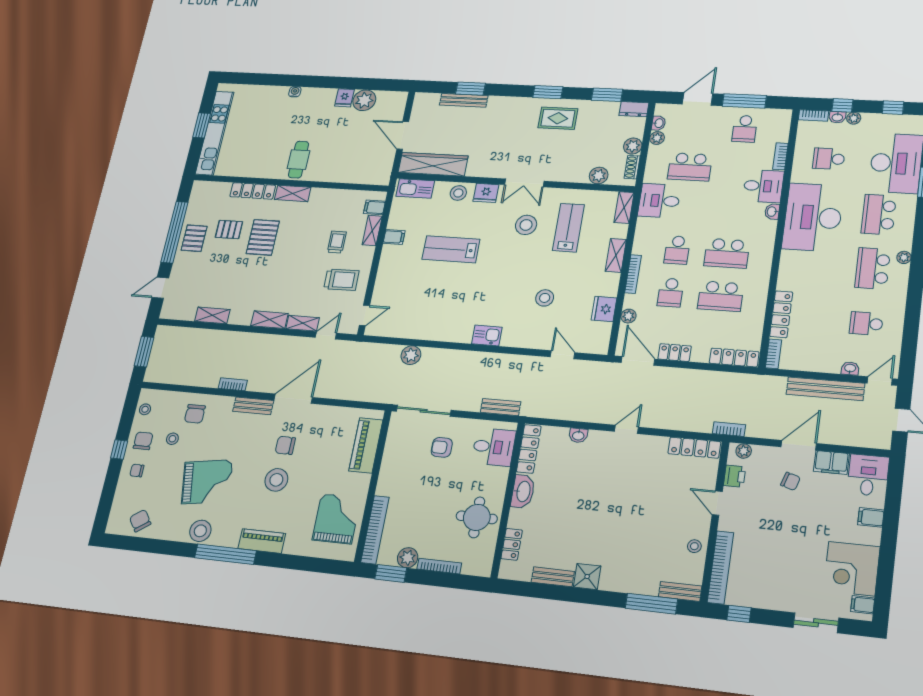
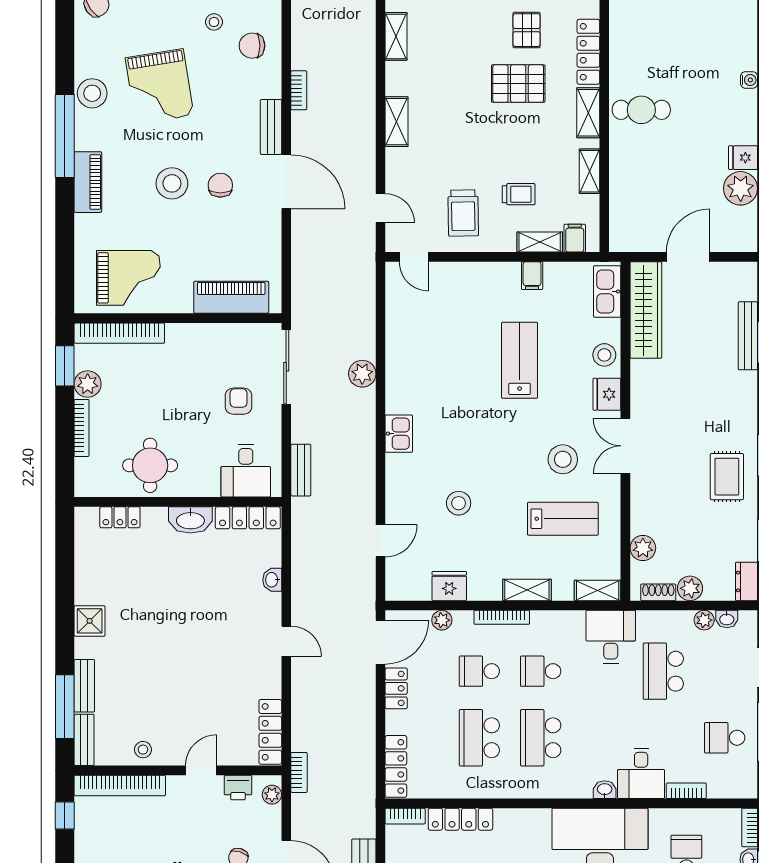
shelving: (303, 323) -> (589, 171), moved
plant: (411, 355) -> (362, 374), moved
bench: (553, 577) -> (84, 686), moved

